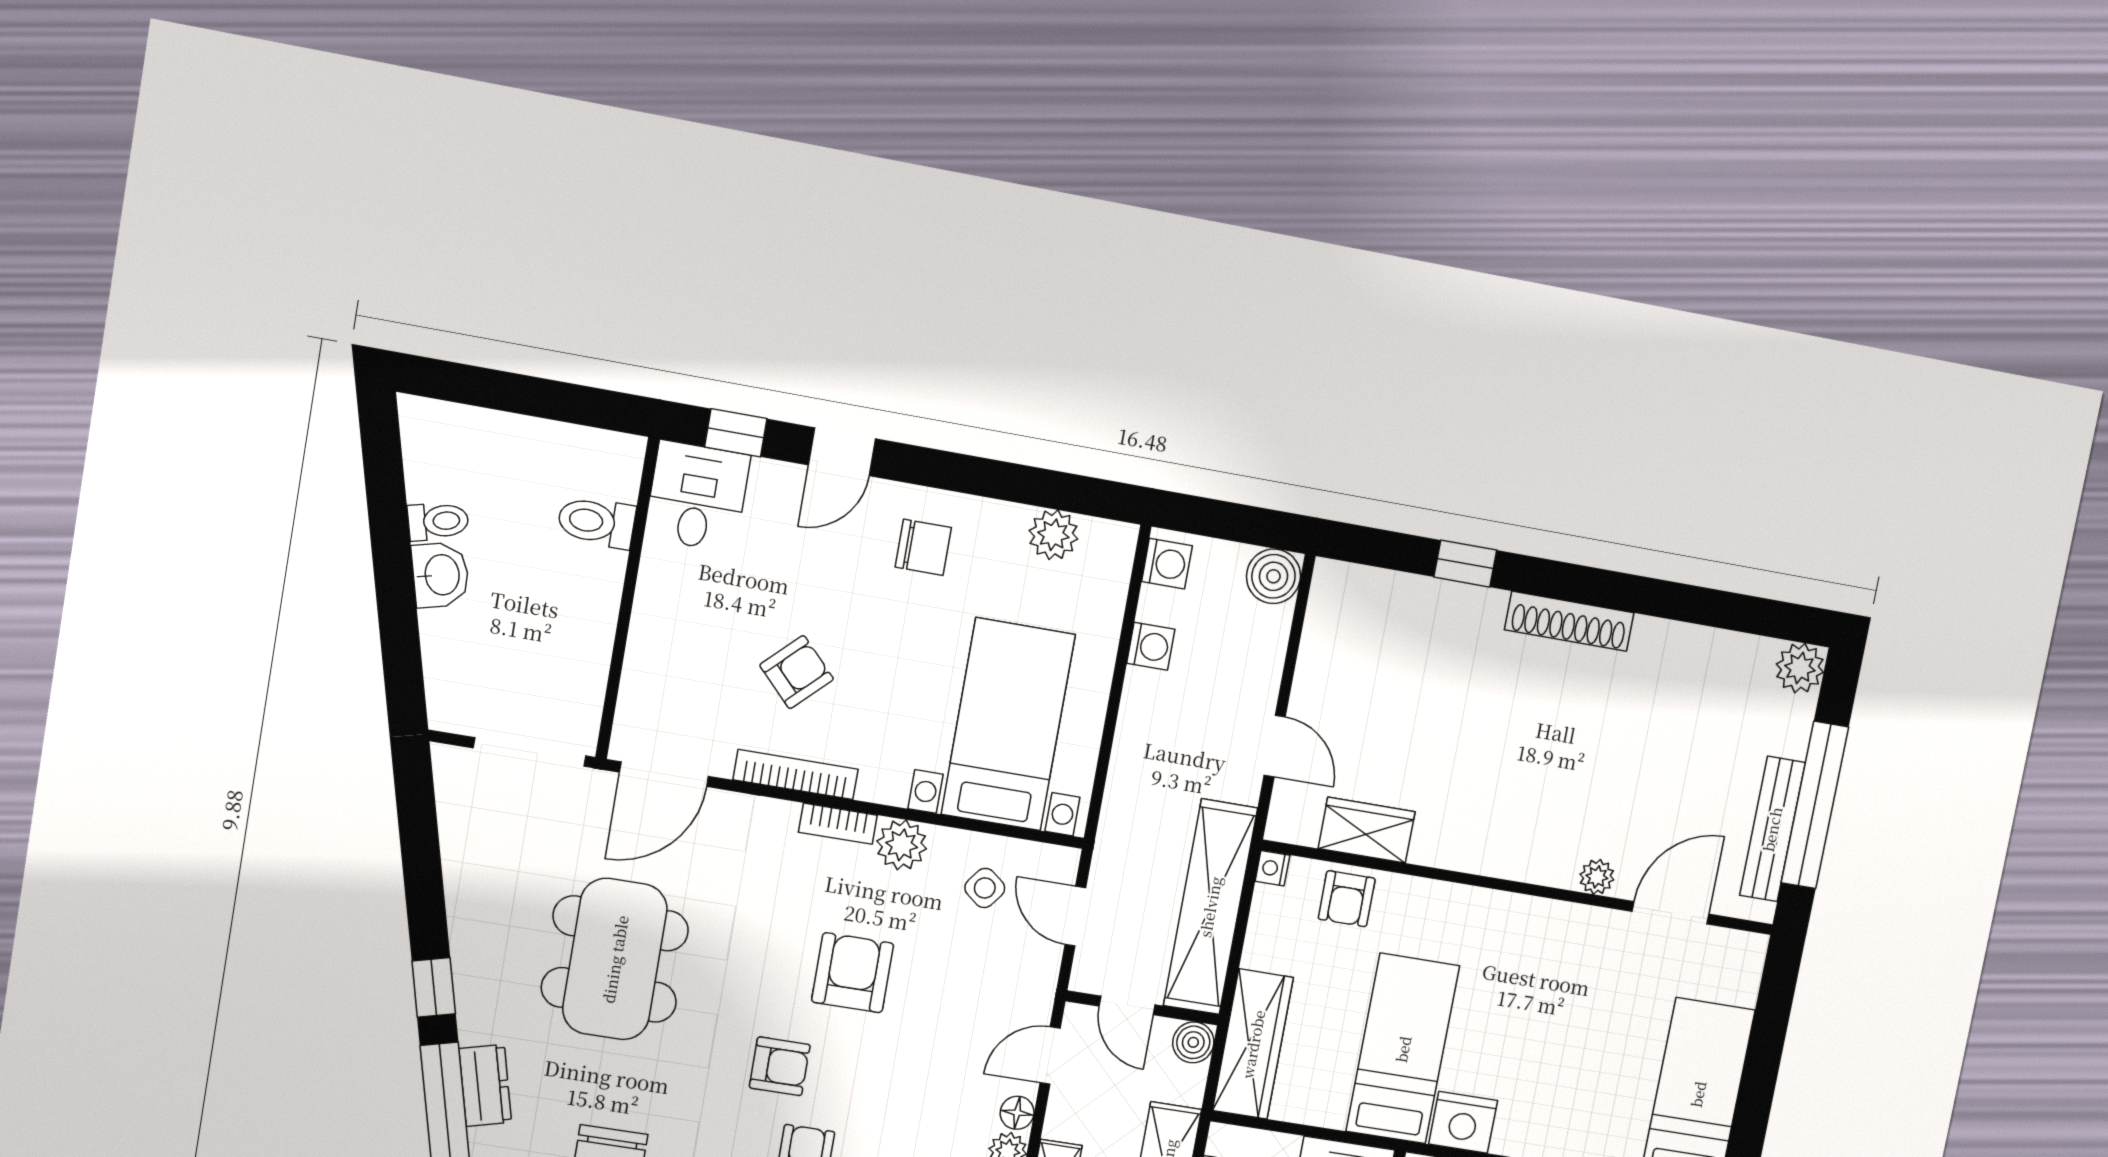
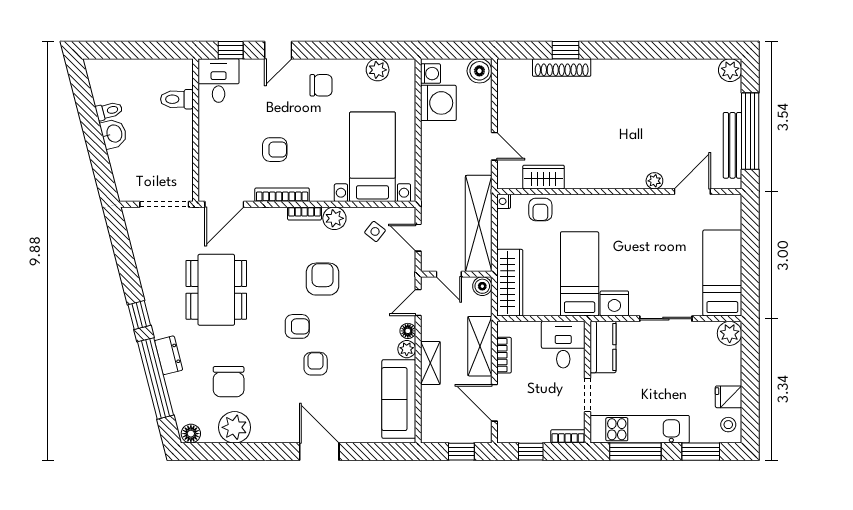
shoe rack: (1569, 621) -> (562, 68), moved
washing machine: (1151, 646) -> (438, 103), width x1.89, depth x1.89
armchair: (797, 672) -> (275, 150), turned 44

